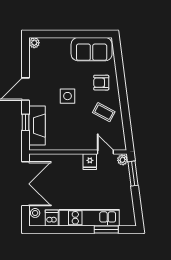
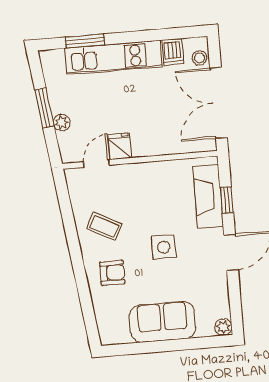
sofa: (92, 49) -> (162, 322), moved
door: (105, 152) -> (96, 163), swing flipped
plant: (123, 160) -> (62, 123), moved
window: (133, 174) -> (44, 108), moved

